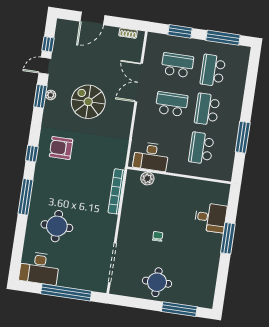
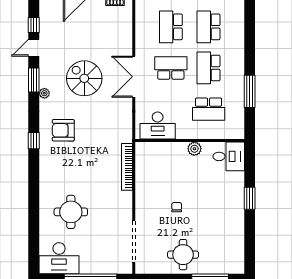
school desk: (177, 65) -> (171, 27), turned -90
double door: (139, 83) -> (134, 77), moved
plant: (51, 95) -> (44, 93), moved
school desk: (201, 148) -> (209, 109), turned -90
plant: (147, 179) -> (194, 149), moved
window: (25, 197) -> (34, 186), removed
desk: (211, 218) -> (229, 156), moved
window: (228, 238) -> (250, 198), width x0.69

